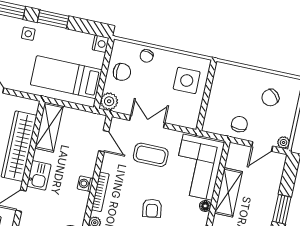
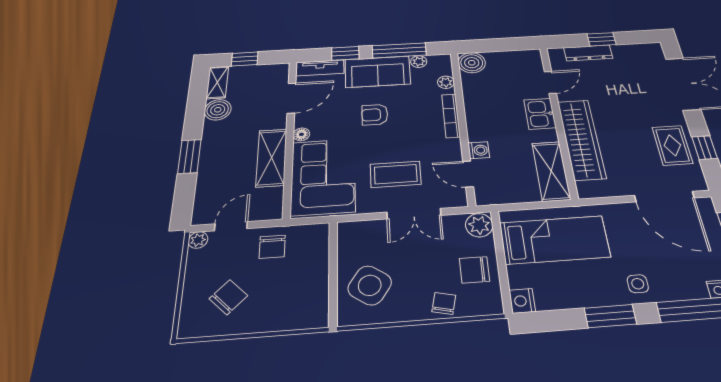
side table: (187, 80) -> (370, 285), turned 34
washing machine: (85, 184) -> (479, 150), moved
armchair: (152, 208) -> (375, 115), turned -81

